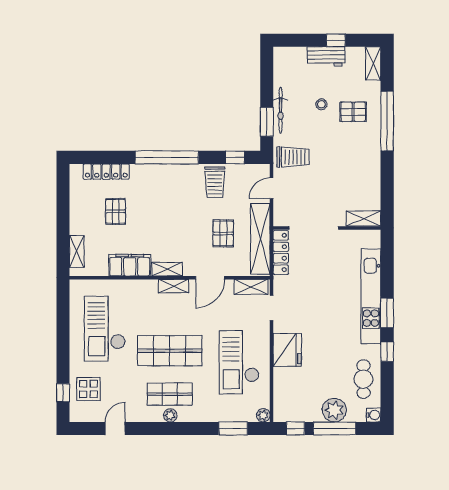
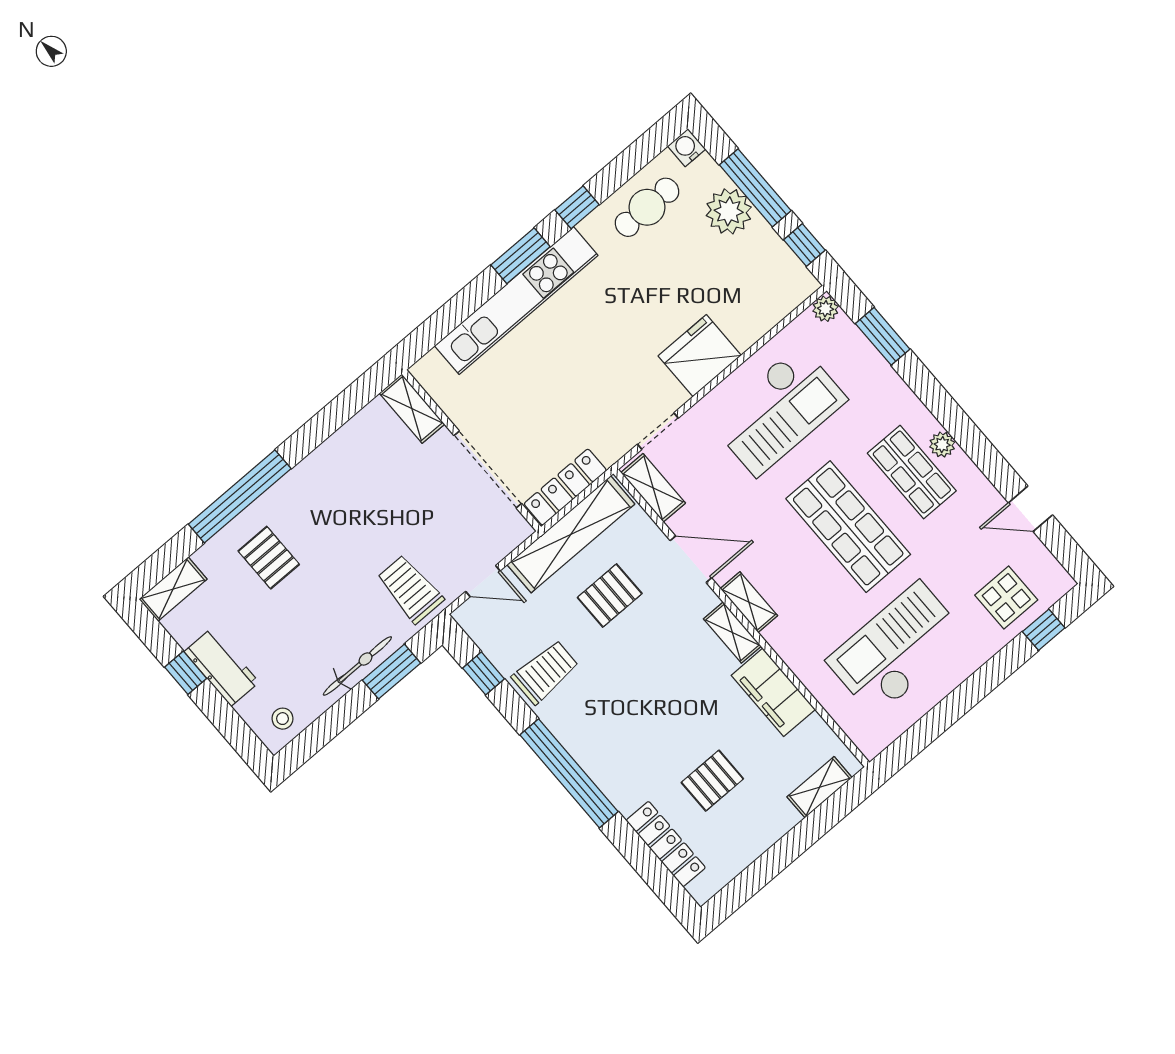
stool: (321, 104) -> (283, 719), moved
checkout: (105, 329) -> (897, 649), turned 180

